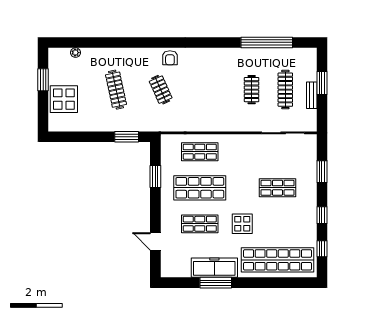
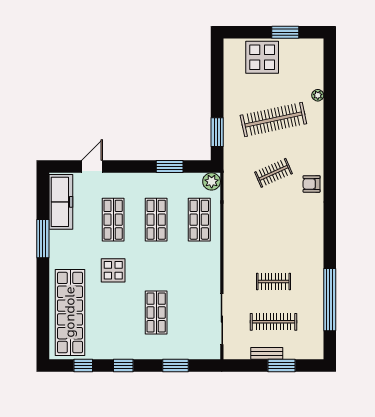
plant: (75, 53) -> (318, 95), moved
clothes rail: (116, 90) -> (273, 119), width x1.37, depth x1.31
plant: (168, 141) -> (212, 181), added
shop shelf: (200, 188) -> (156, 220), width x0.70, depth x0.74
freezer: (214, 268) -> (61, 202), moved

